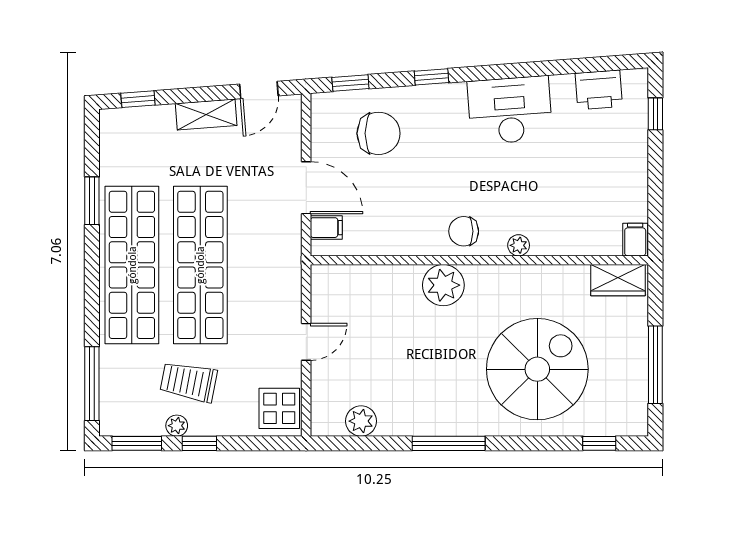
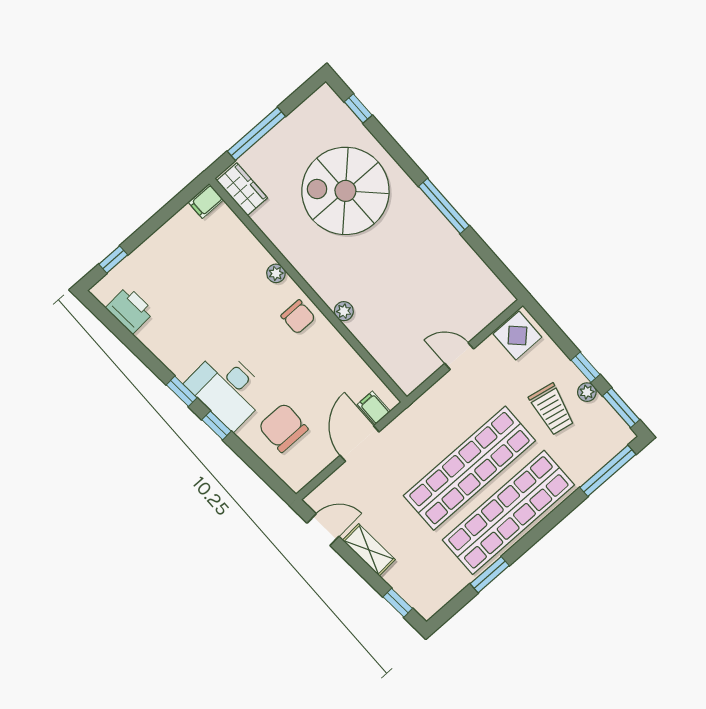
window: (350, 83) -> (182, 391), moved
desk: (510, 110) -> (227, 389), moved
plant: (443, 285) -> (344, 311), width x0.53, depth x0.53
window: (655, 365) -> (256, 134), moved
plant: (361, 421) -> (479, 275), removed

